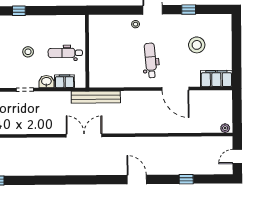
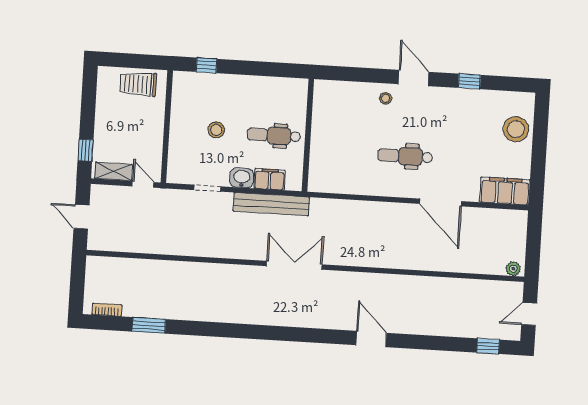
stool: (197, 45) -> (516, 129), moved
dental chair: (151, 61) -> (405, 156), turned -85
bench: (96, 97) -> (271, 204), moved
window: (186, 179) -> (488, 346), moved

